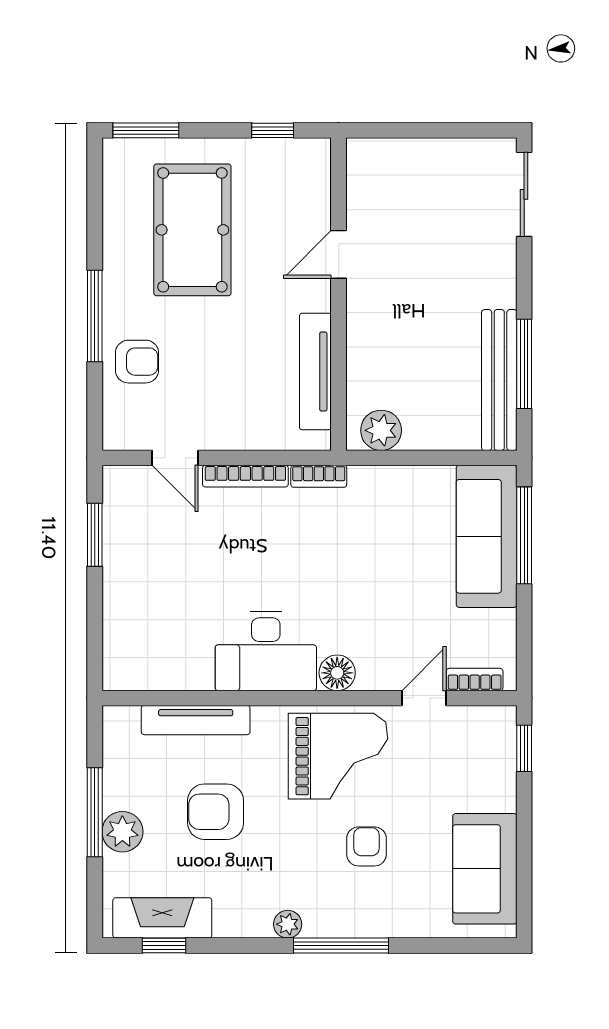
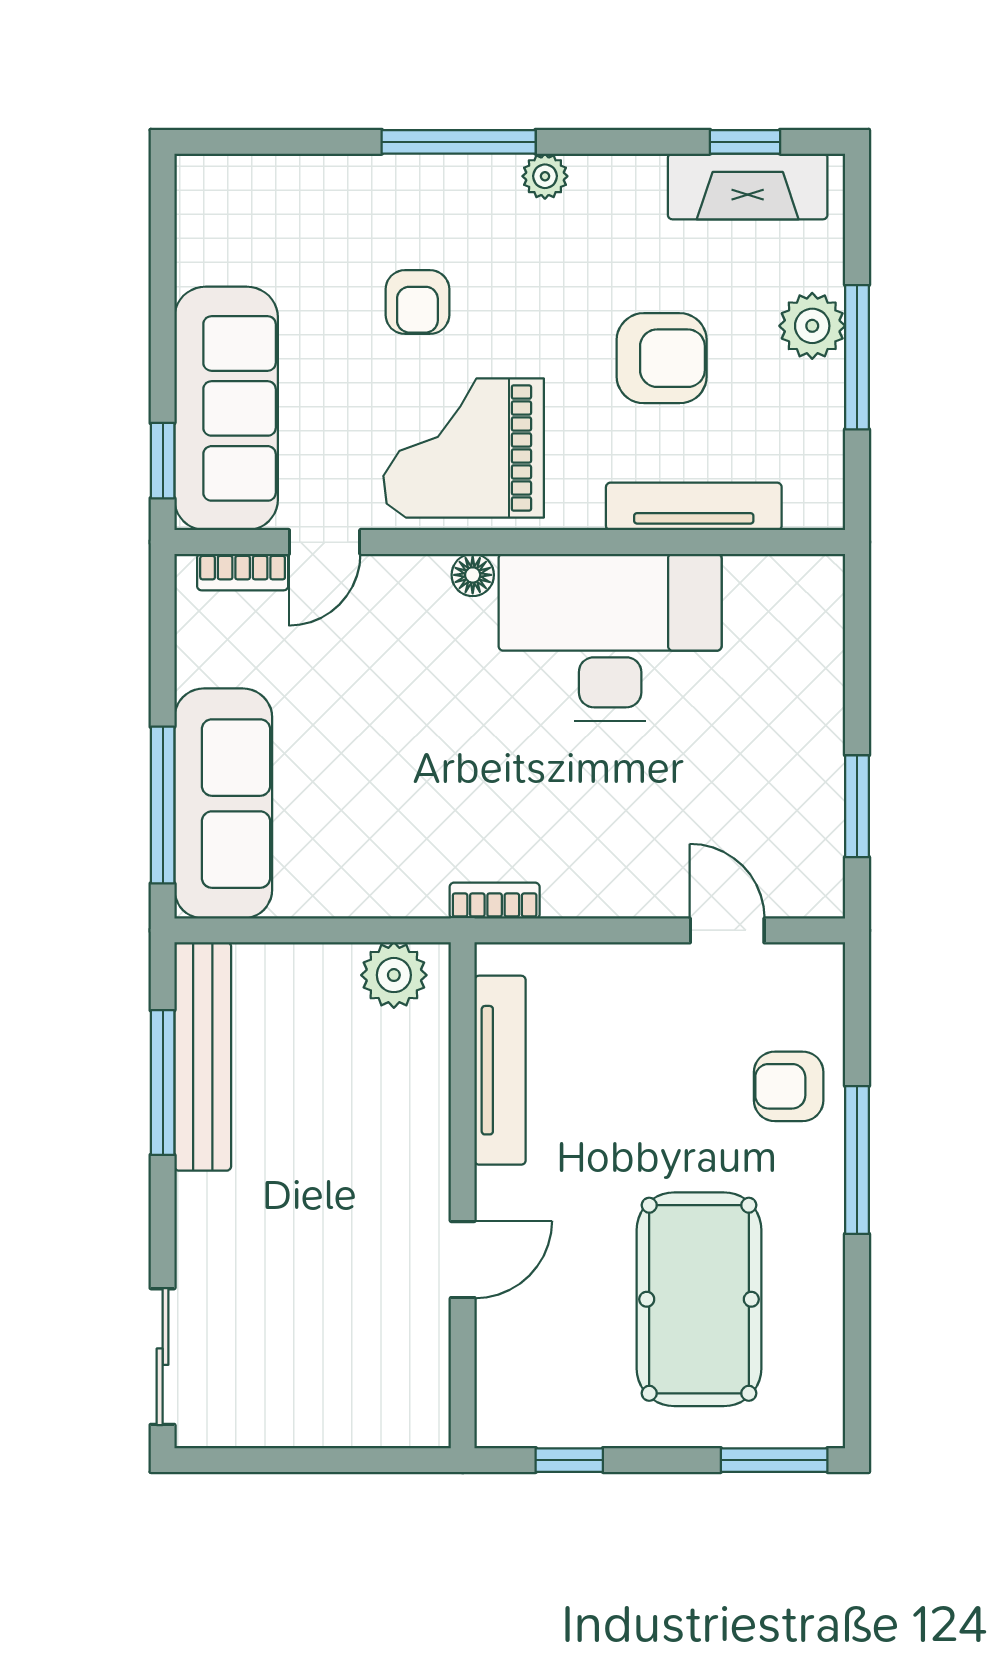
bookcase: (245, 476) -> (613, 901), removed
desk: (266, 651) -> (610, 637), width x1.36, depth x1.30
floor lamp: (337, 673) -> (473, 575), width x0.73, depth x0.73
sofa: (485, 869) -> (226, 408), moved, width x1.36

